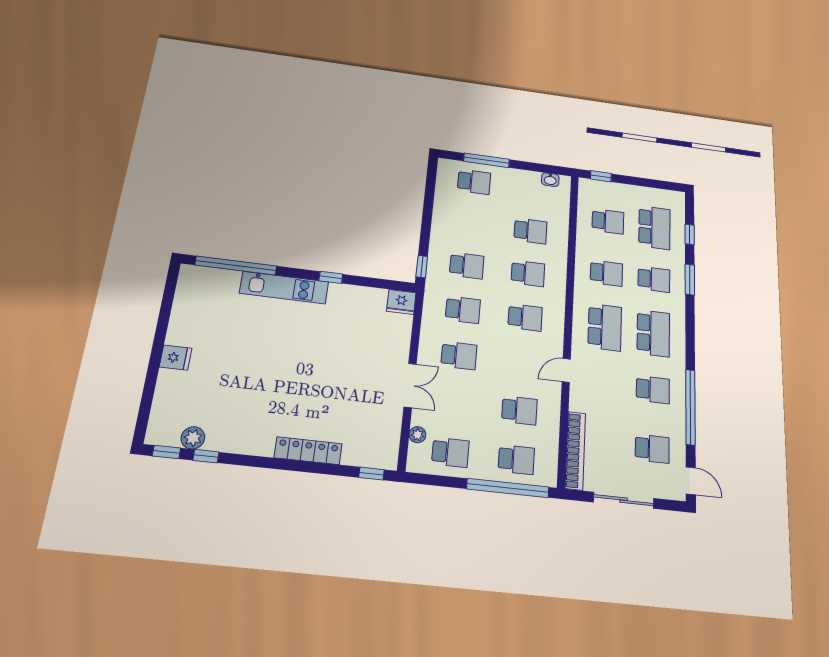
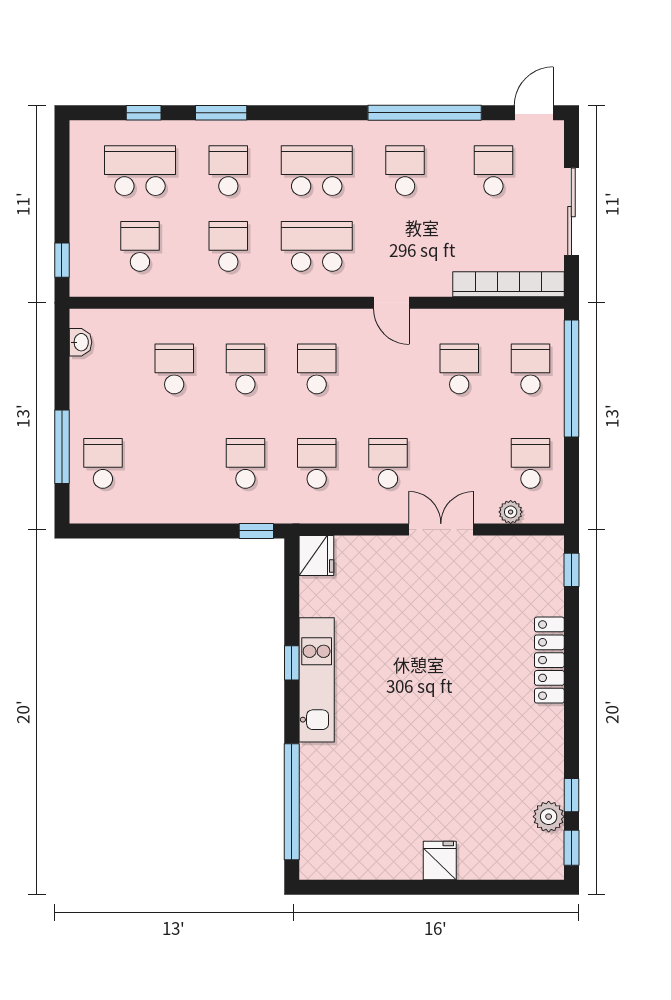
kitchen unit: (284, 288) -> (317, 680), moved

